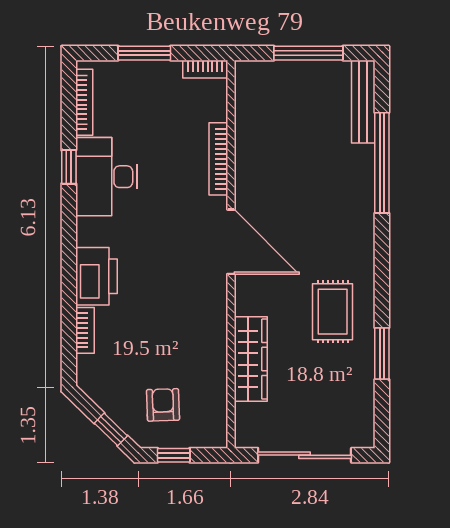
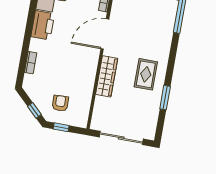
door: (231, 242) -> (105, 34), swing flipped
printer: (96, 276) -> (43, 25), moved
wardrobe: (251, 359) -> (107, 76), moved

